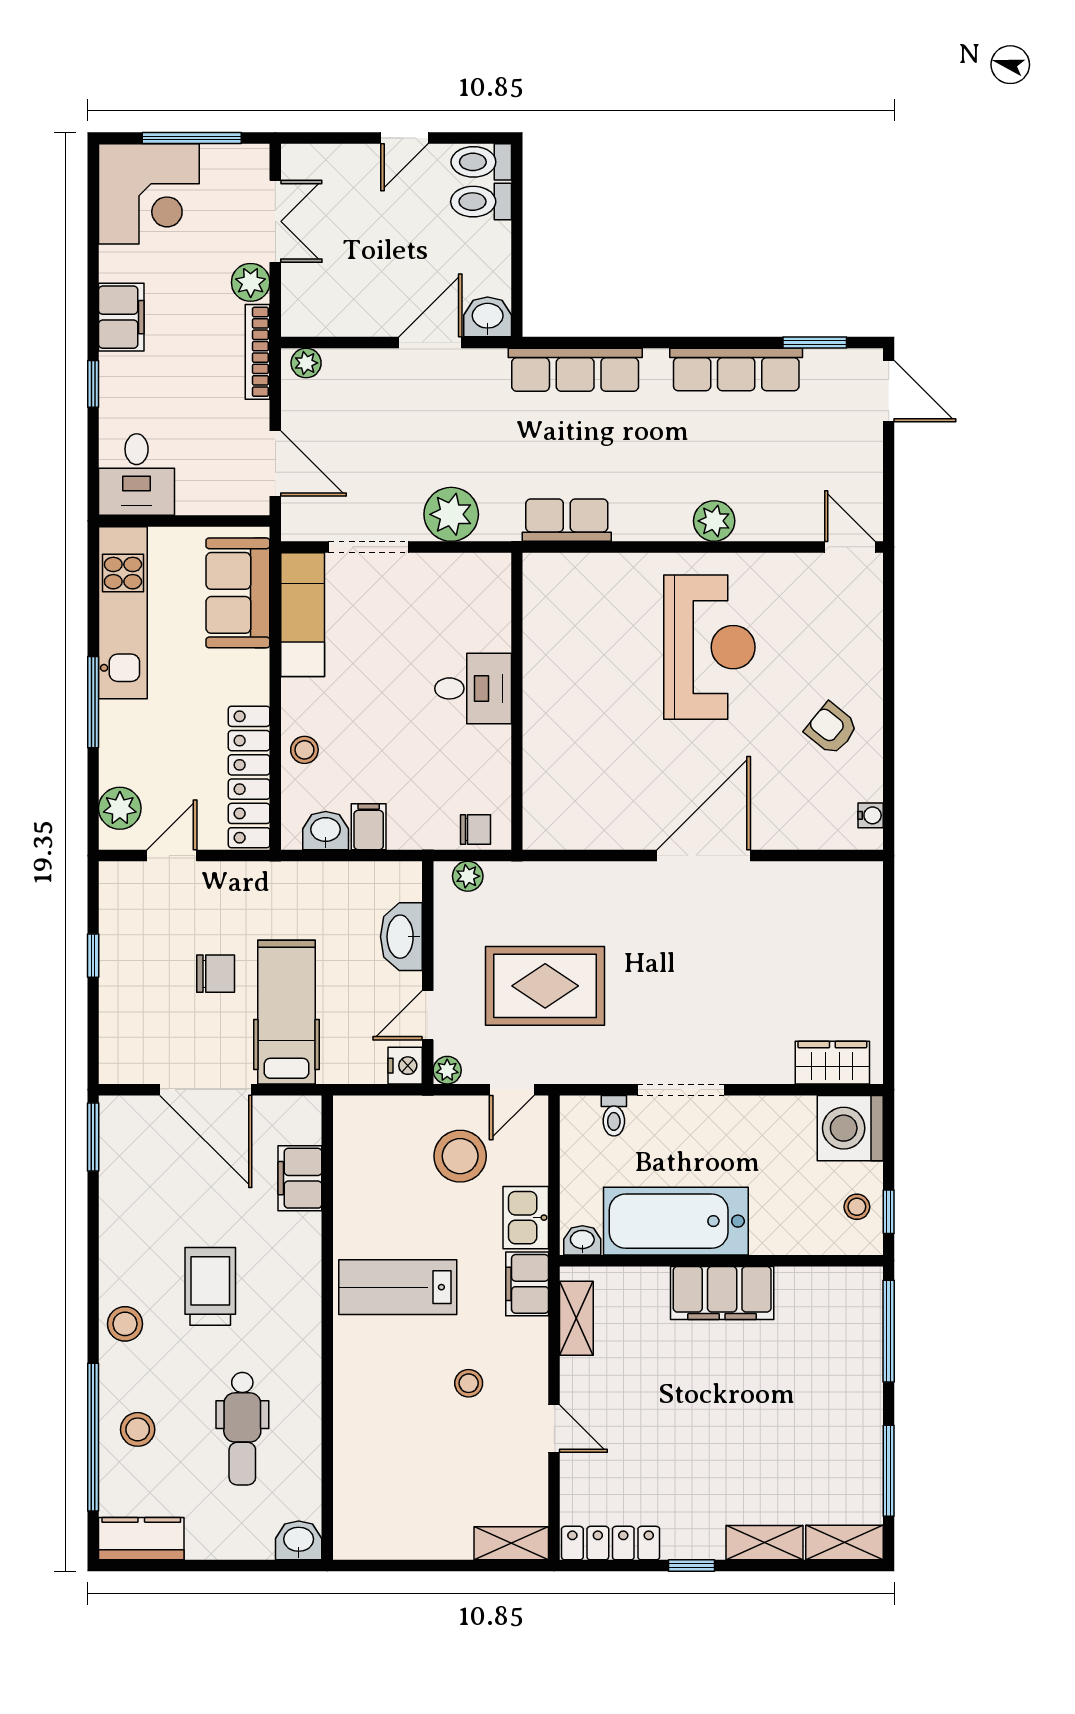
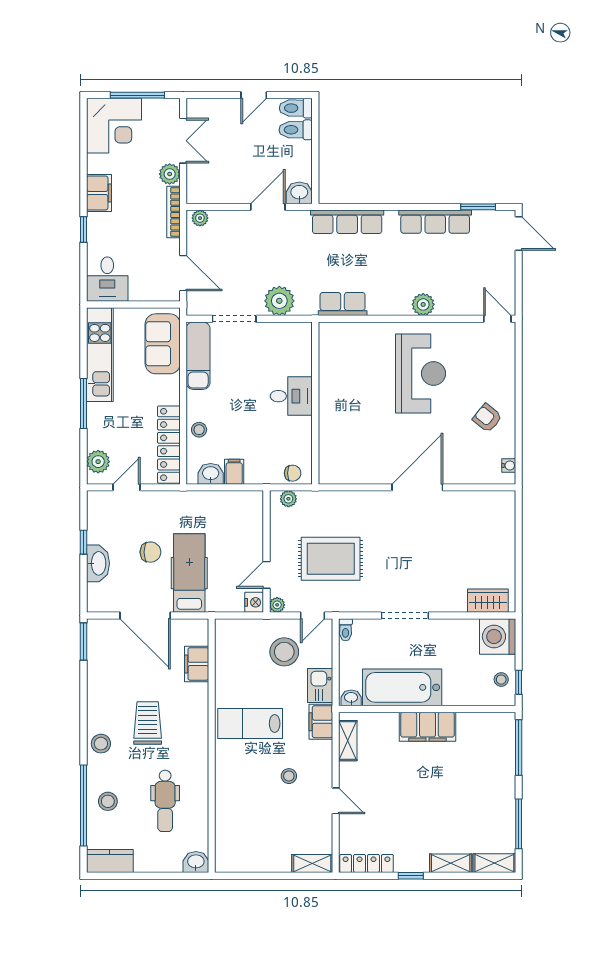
washbasin: (401, 937) -> (98, 563), moved, turned 180
toilet: (614, 1116) -> (346, 630), moved

